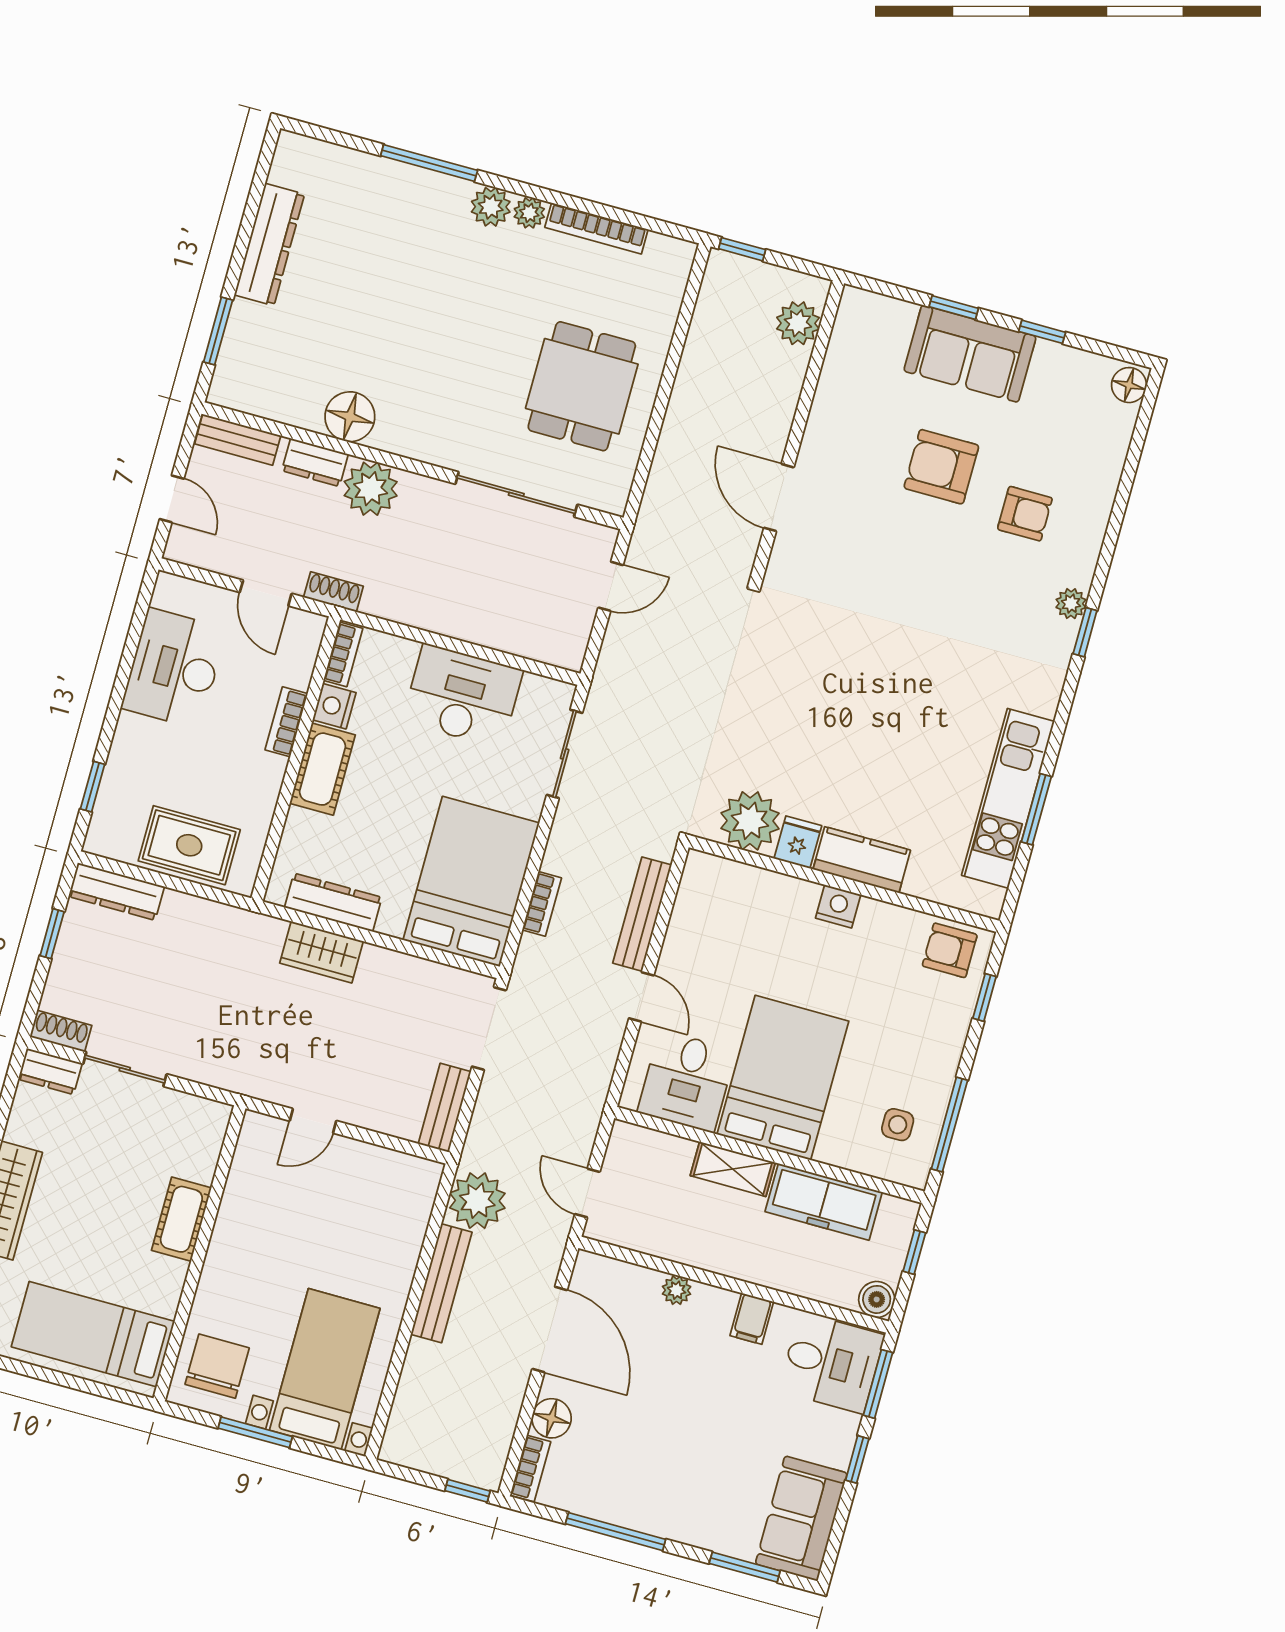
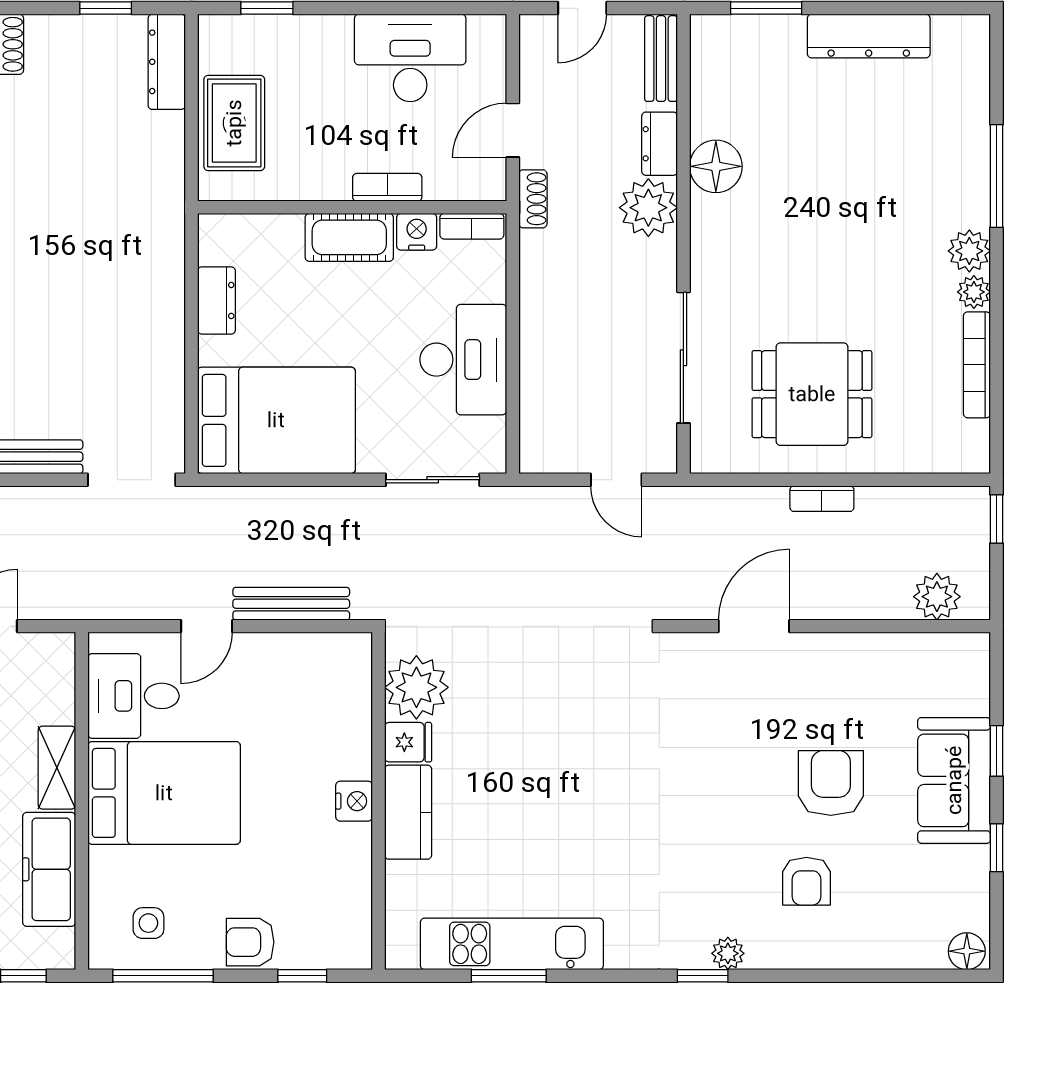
dresser: (333, 902) -> (216, 300), width x0.70
bookcase: (542, 904) -> (822, 499), moved
armchair: (950, 950) -> (250, 942), moved, turned -90
wardrobe: (321, 952) -> (162, 288), removed

